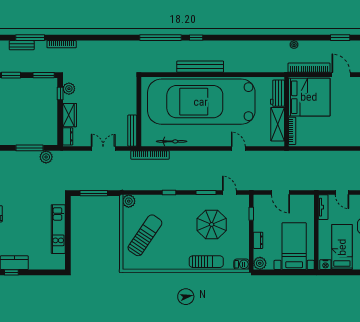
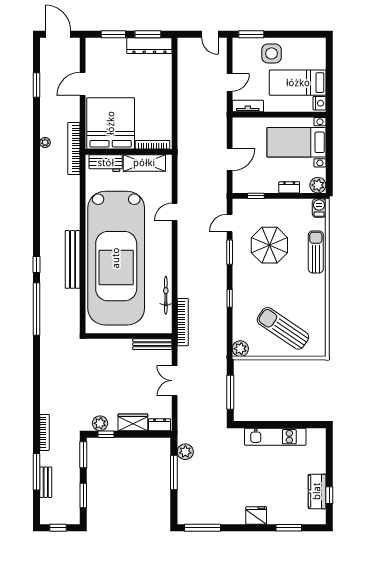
bookcase: (309, 68) -> (74, 148), moved

